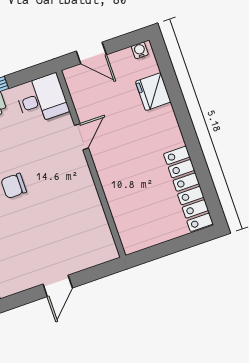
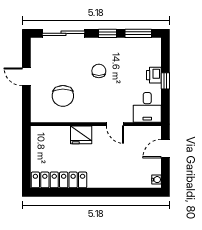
fridge: (153, 92) -> (81, 135), moved, turned 180
chair: (67, 225) -> (63, 96), added

